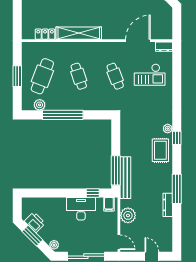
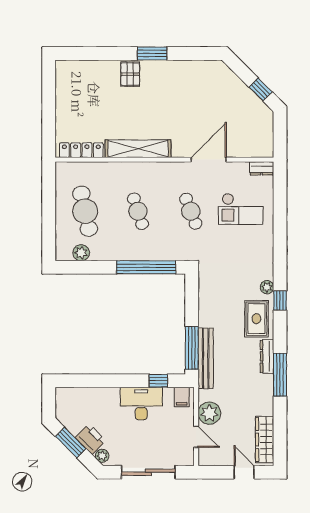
locker: (45, 34) -> (81, 150), width x1.53
door: (138, 41) -> (209, 160), moved
window: (17, 76) -> (49, 211), removed
cafe table: (42, 76) -> (85, 211), turned -33
window: (63, 115) -> (146, 267), moved
dresser: (168, 205) -> (267, 356), moved
printer: (35, 222) -> (90, 439), moved
wardrobe: (166, 234) -> (265, 440), added
door: (119, 242) -> (196, 437), moved

